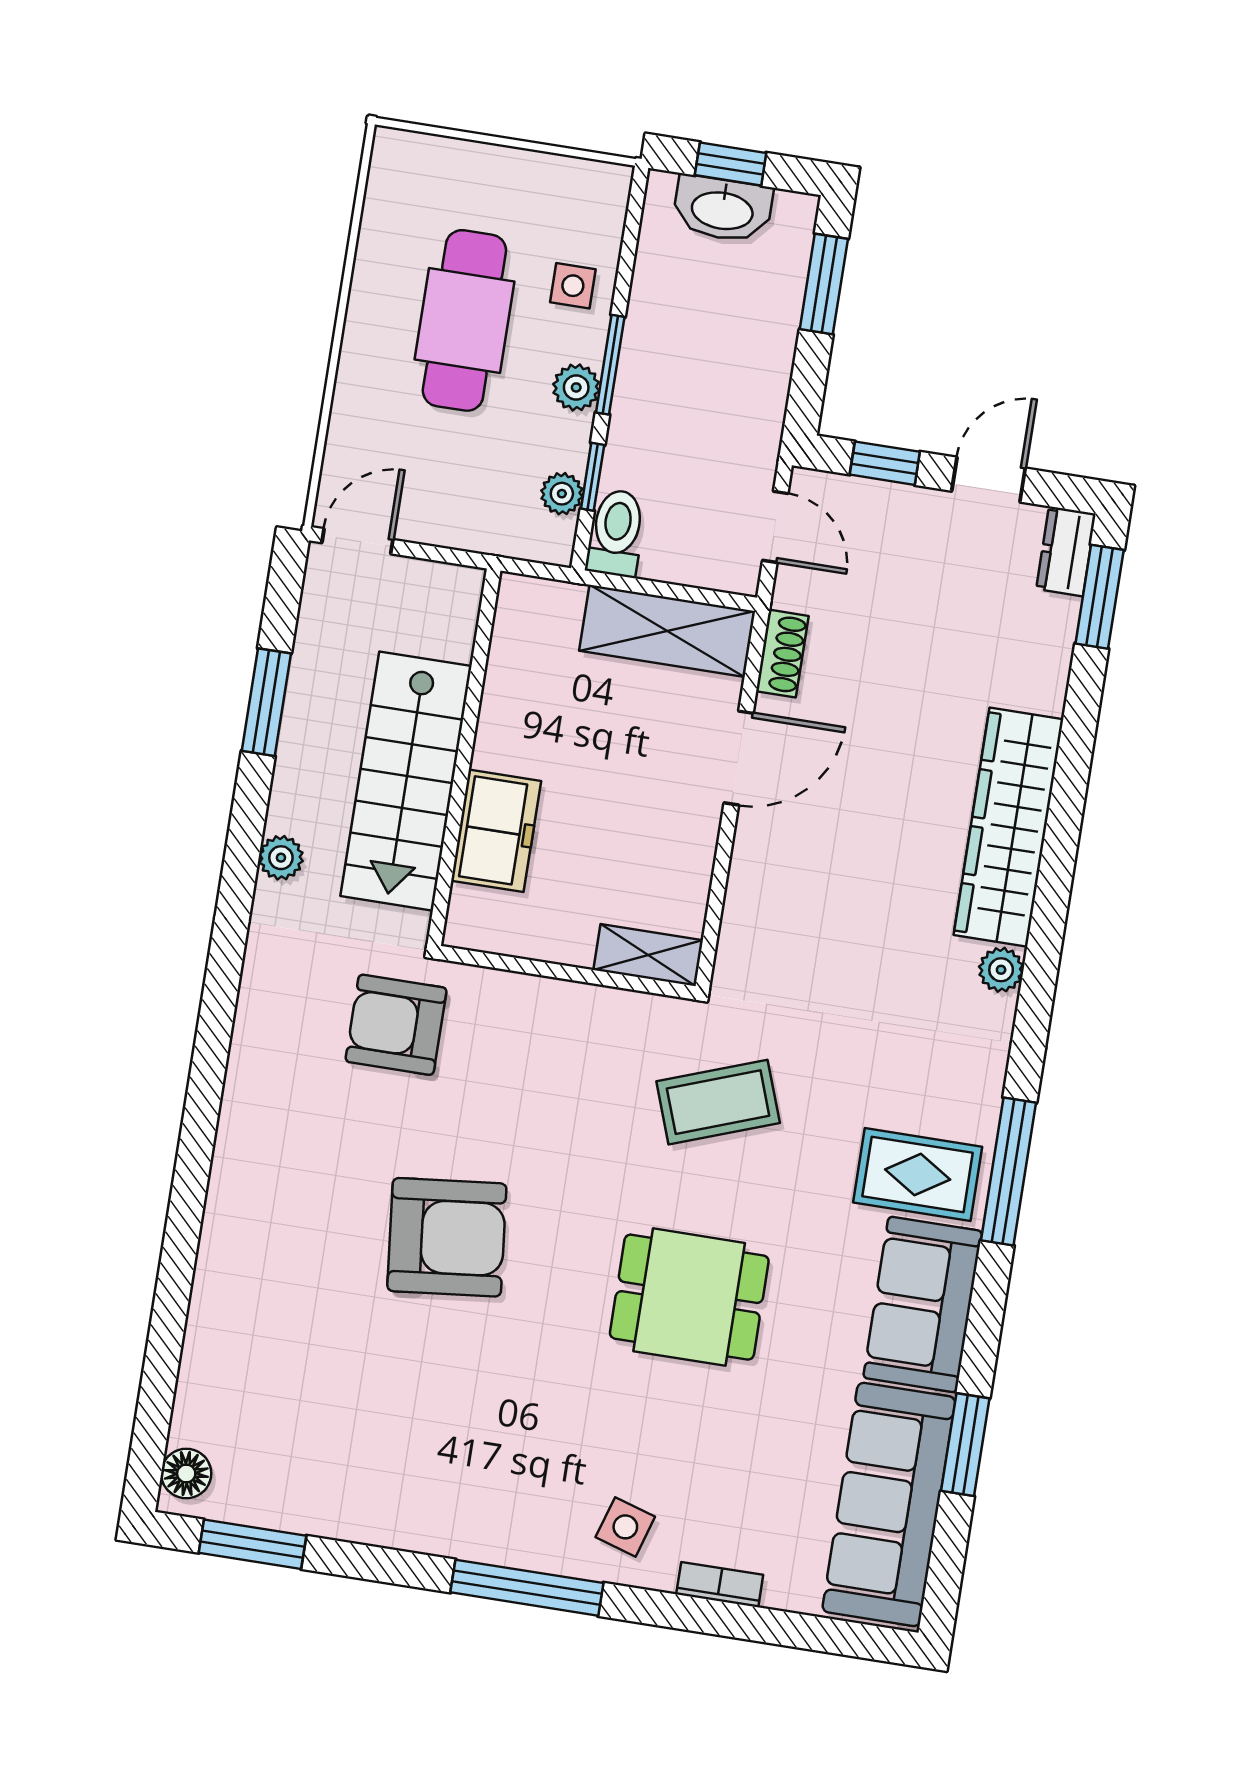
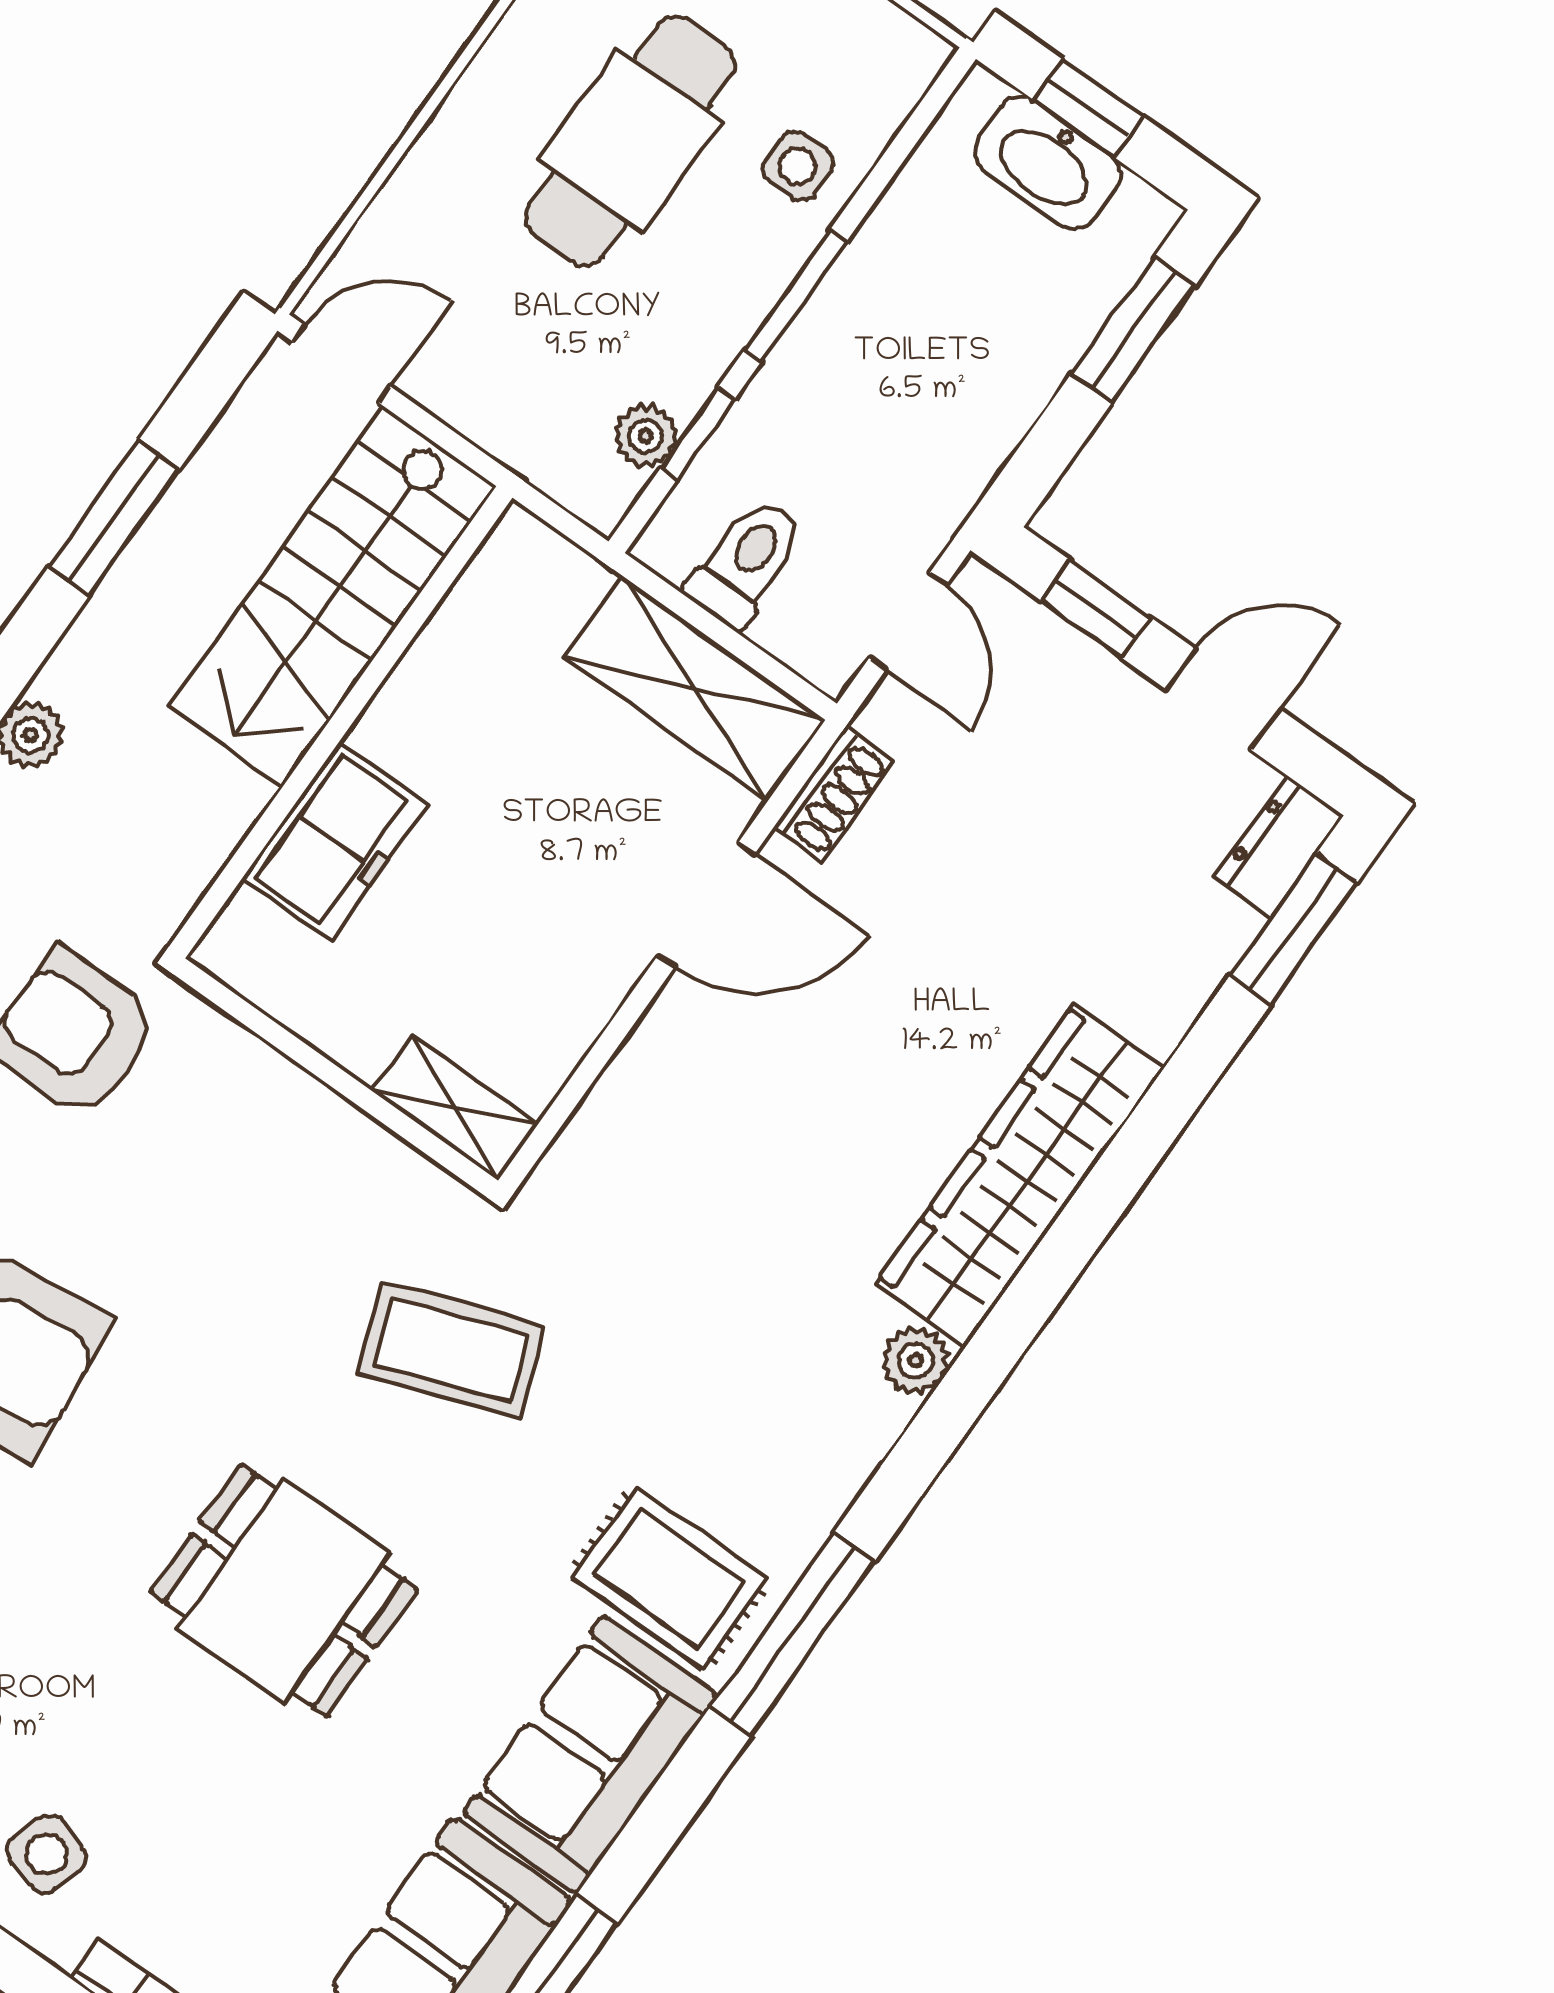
plant: (576, 387) -> (735, 304), removed
toilet: (616, 533) -> (746, 562), moved
stairs: (406, 781) -> (333, 596), moved

